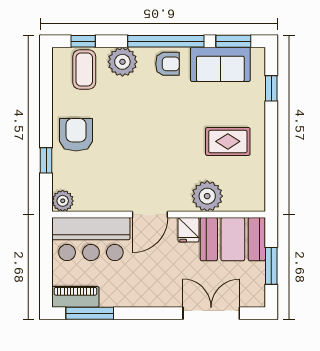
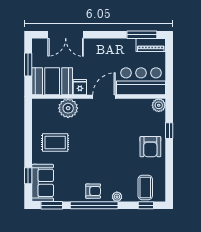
plant: (122, 62) -> (117, 197), width x0.53, depth x0.53
armchair: (167, 64) -> (93, 191), turned 180
sofa: (220, 64) -> (43, 183), moved, turned 90

